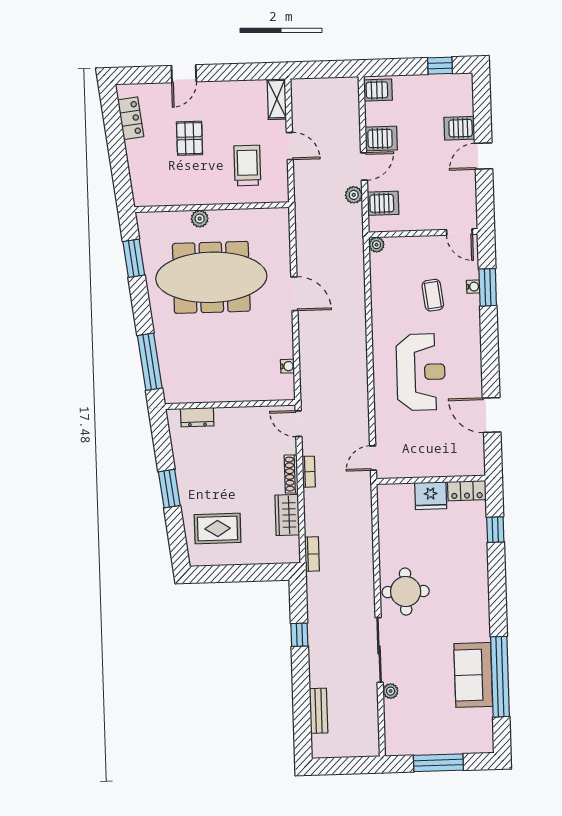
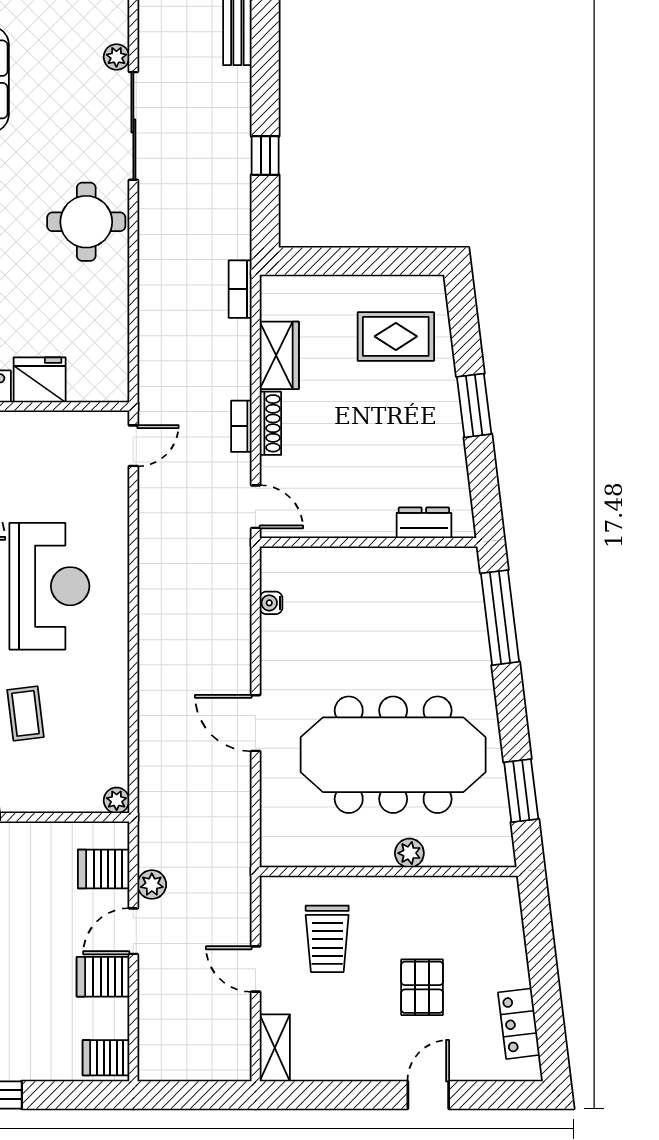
reception desk: (421, 372) -> (49, 586), turned 180

